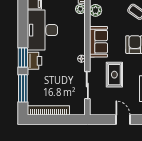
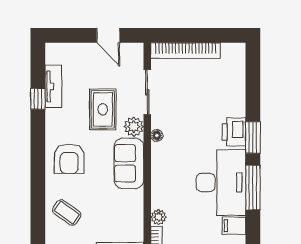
plant: (96, 10) -> (134, 127), moved
window: (23, 88) -> (253, 188), moved
bookcase: (48, 110) -> (185, 51), moved
door: (123, 120) -> (108, 35), moved

